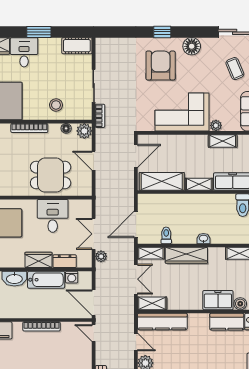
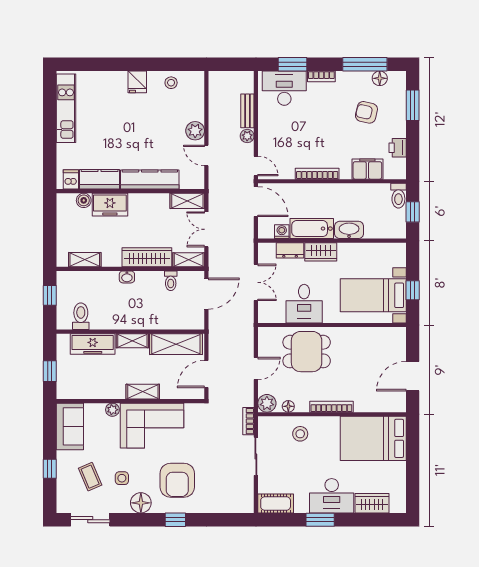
desk: (24, 52) -> (332, 496), width x1.37
side table: (208, 67) -> (122, 478), added
shelving: (223, 141) -> (143, 392), moved
door: (94, 161) -> (256, 369), hinge flipped
plant: (101, 256) -> (247, 136), moved
kitchen counter: (162, 321) -> (150, 179), moved

